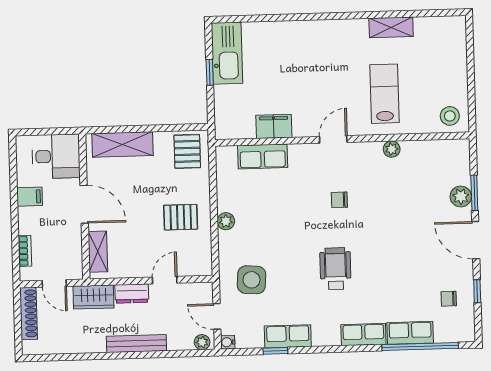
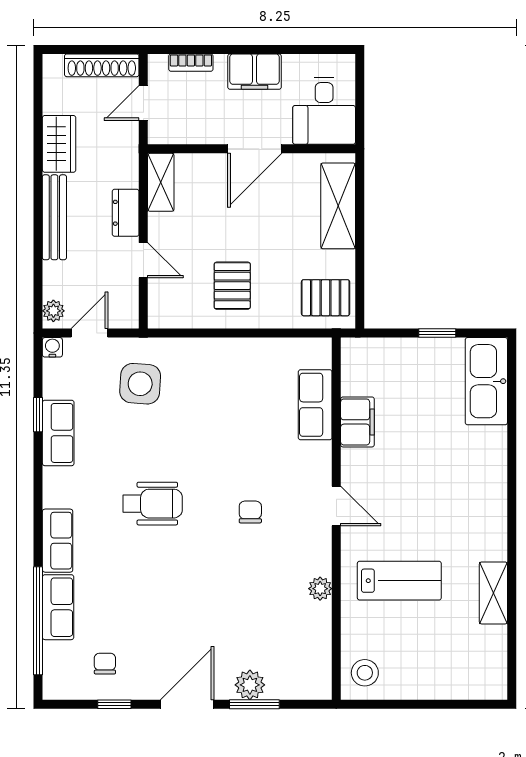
kitchen sink: (227, 53) -> (486, 381), moved, turned 90
filing cabinet: (30, 197) -> (254, 72), width x2.00
plant: (226, 221) -> (225, 350), removed
shelving: (98, 252) -> (161, 182), moved, turned 90
wardrobe: (93, 297) -> (59, 144), moved, turned 180

